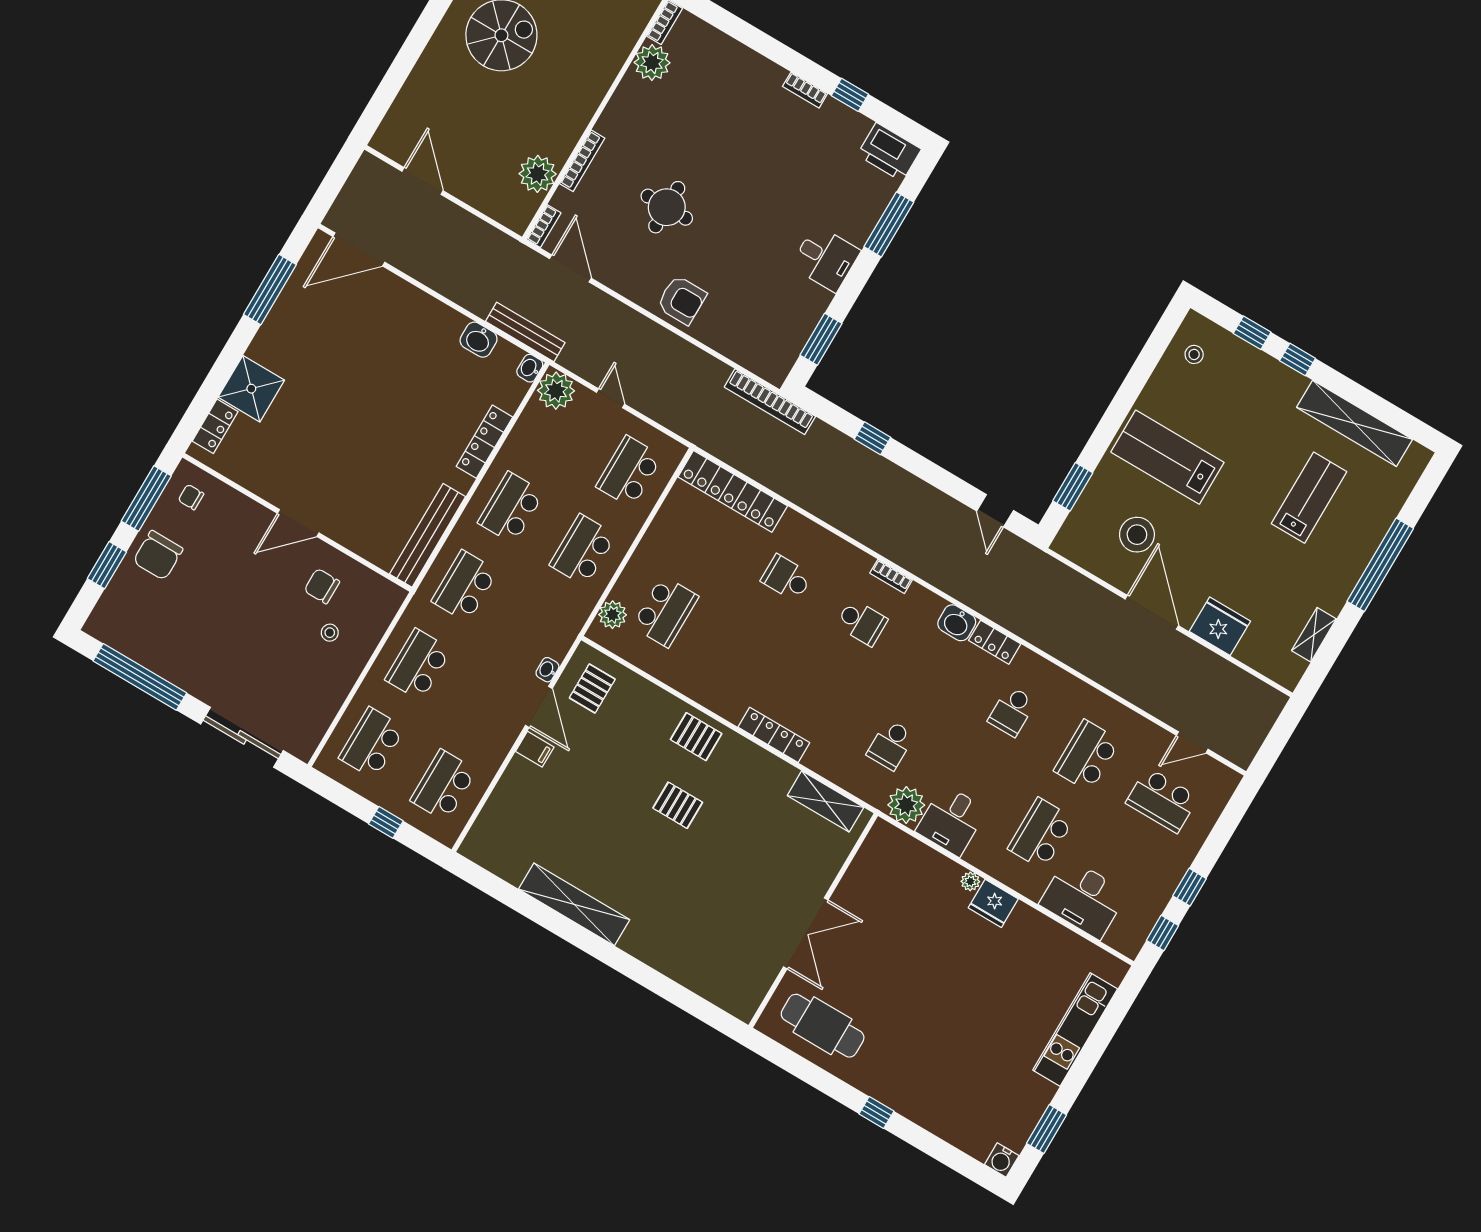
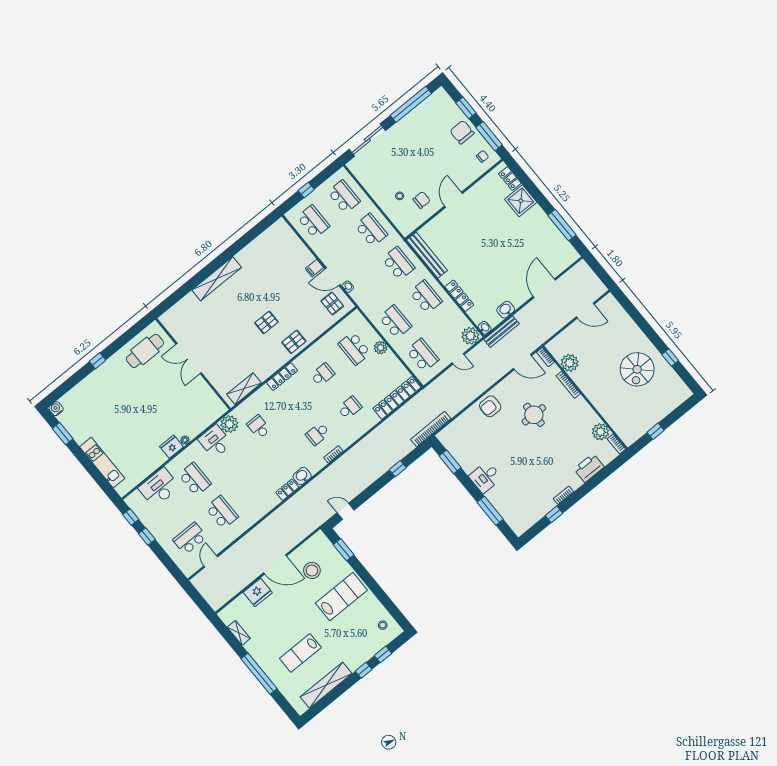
printer: (889, 152) -> (589, 468), moved
door: (359, 249) -> (544, 288), moved
lab bench: (1309, 498) -> (300, 653), turned 90
plant: (613, 615) -> (381, 348), moved
school desk: (1012, 711) -> (323, 375), moved, turned 90
shelving: (574, 904) -> (217, 279), moved

